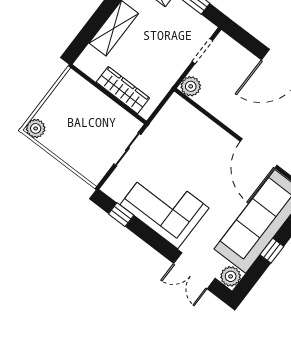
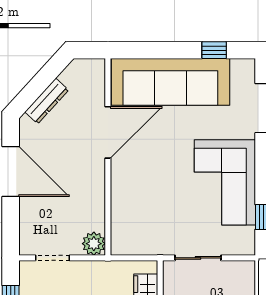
window: (272, 251) -> (214, 50), moved
plant: (231, 276) -> (243, 70), removed

